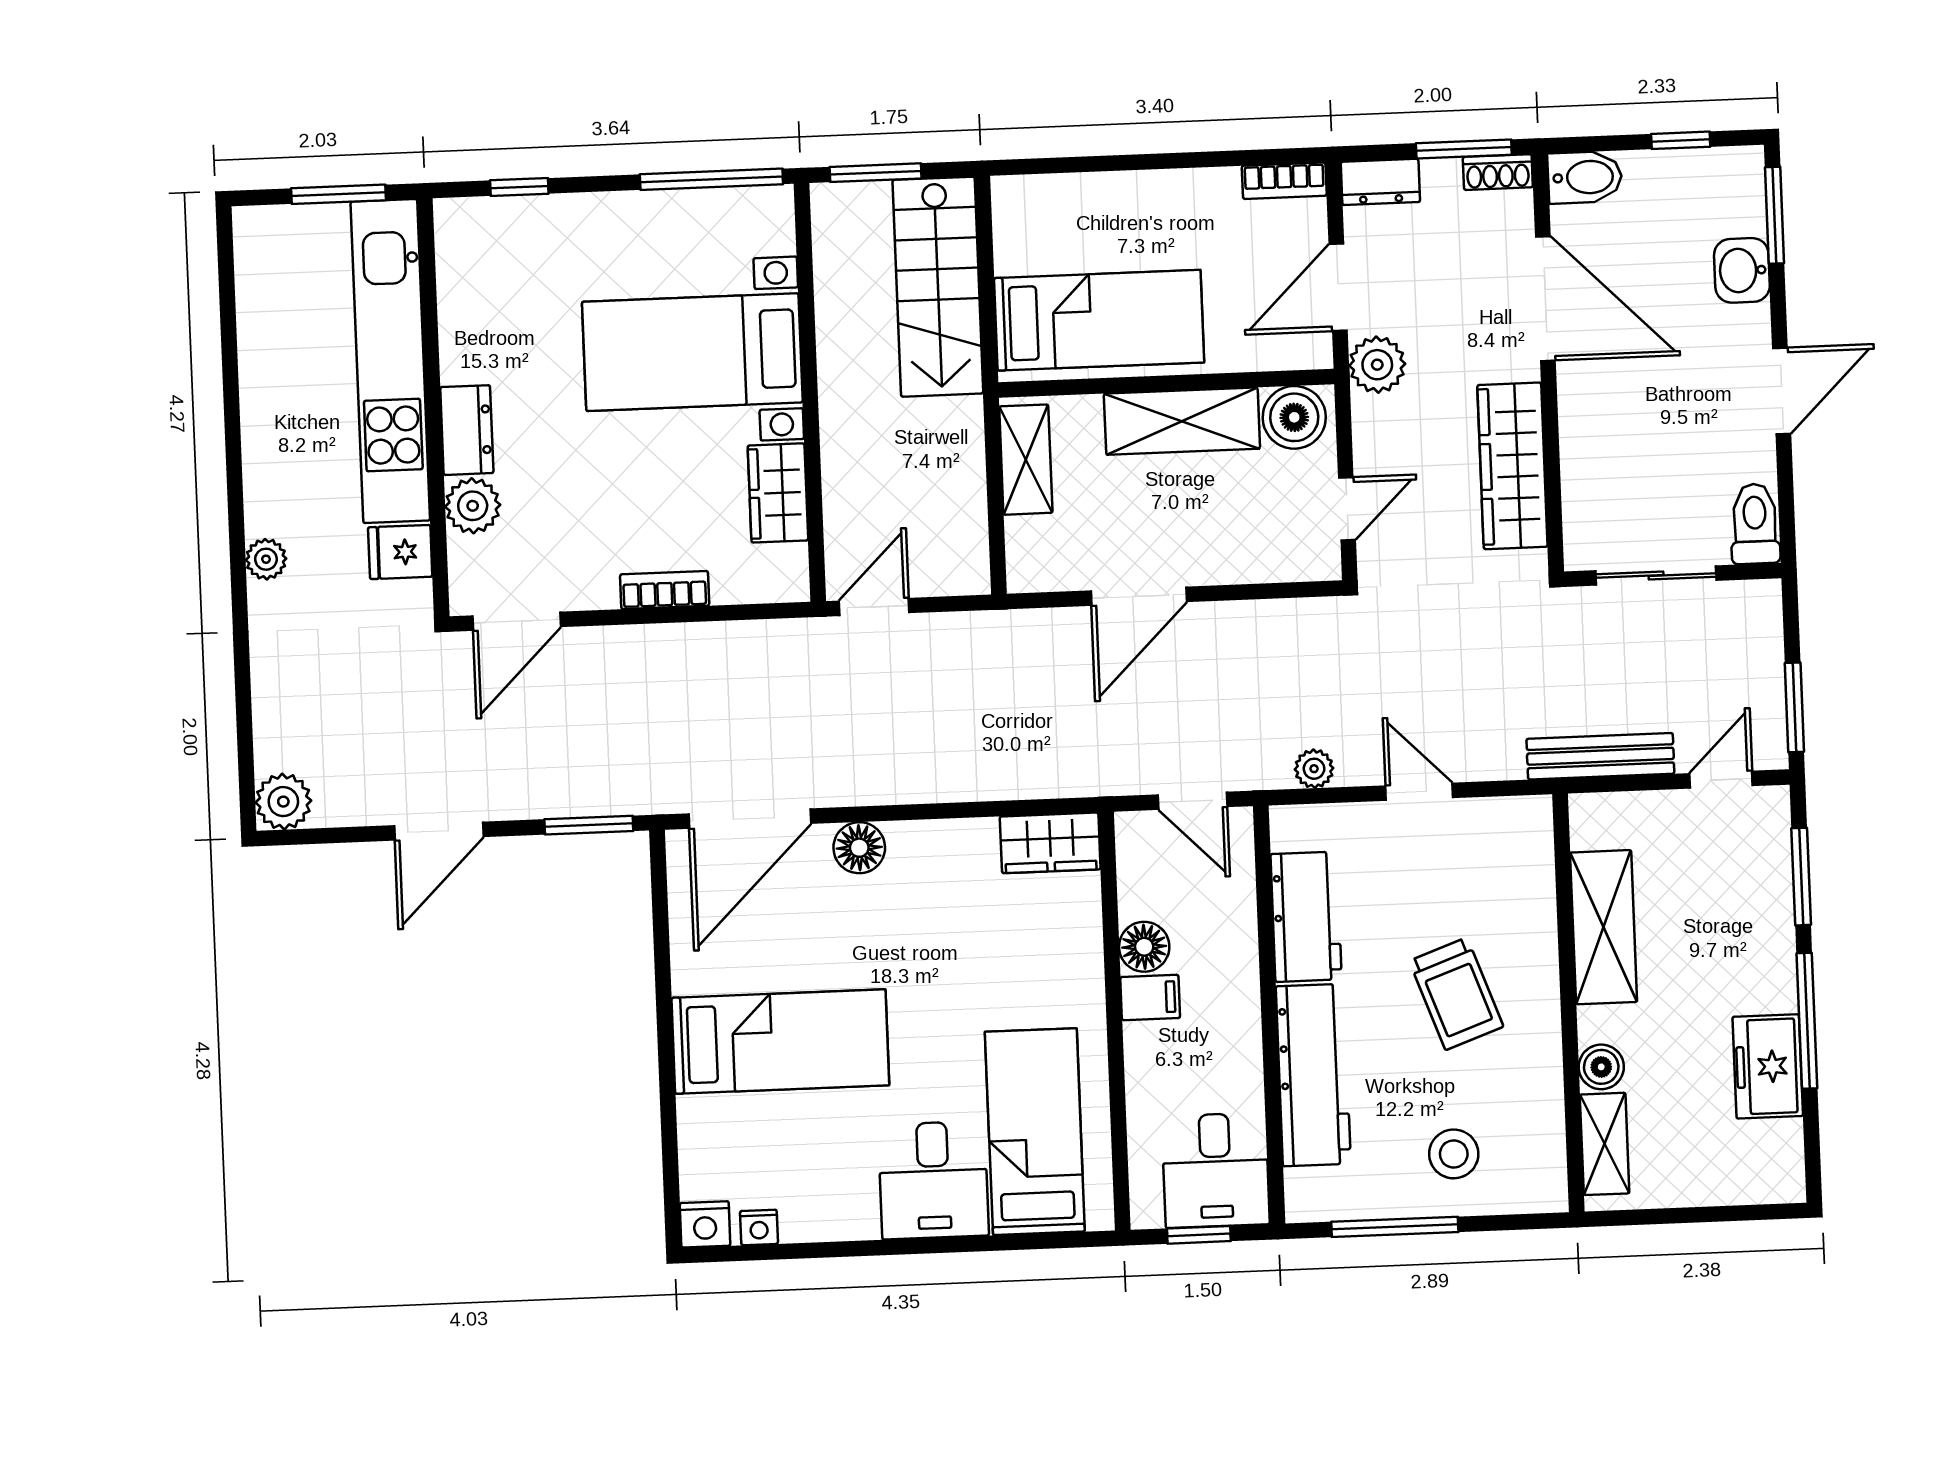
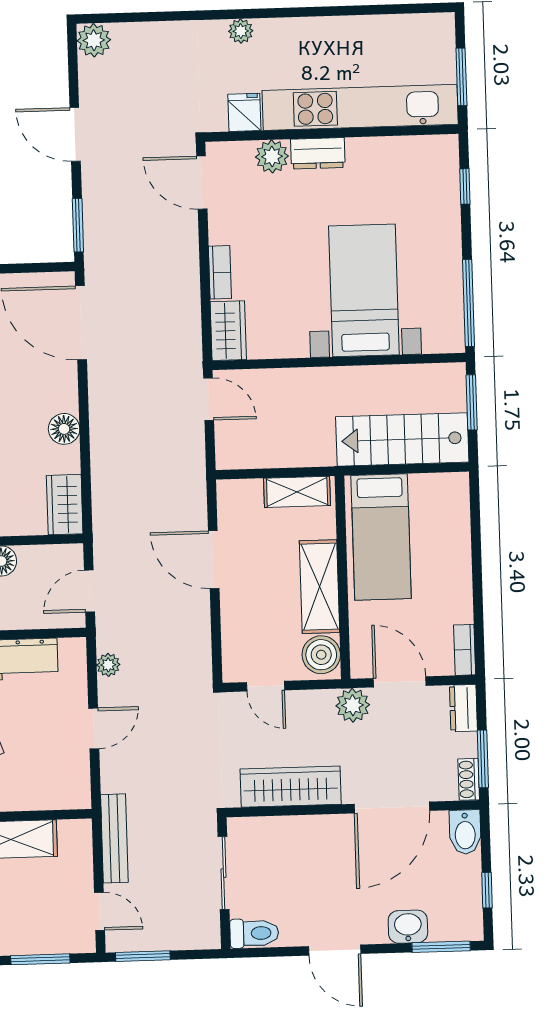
wardrobe: (778, 493) -> (228, 331), moved, turned 90
floor lamp: (859, 848) -> (64, 429), moved

